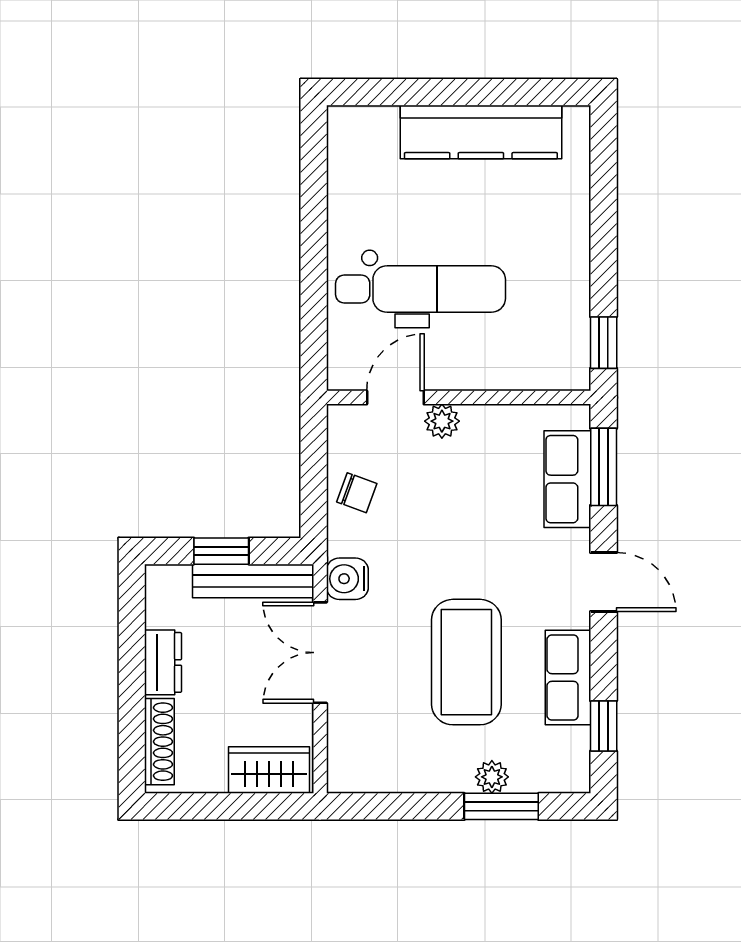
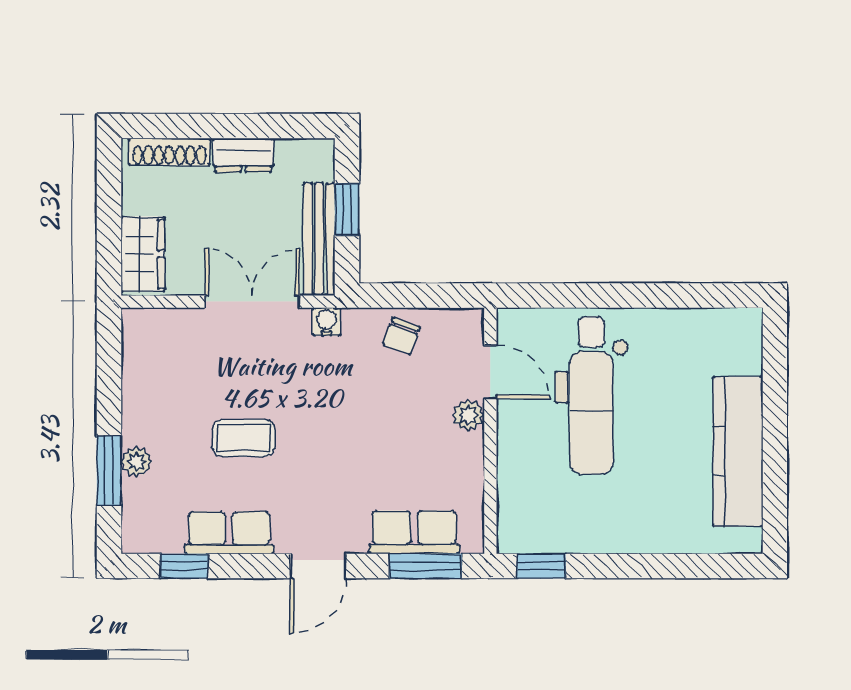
water cooler: (347, 579) -> (327, 322), width x0.72, depth x0.72
coffee table: (466, 662) -> (244, 438), width x0.54, depth x0.58

